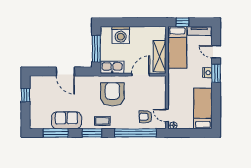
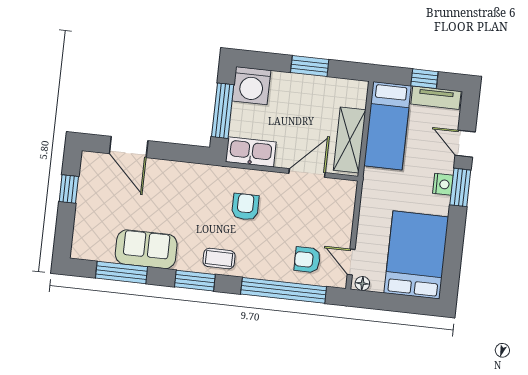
window: (136, 22) -> (310, 66), added
window: (182, 22) -> (424, 79), moved
washing machine: (121, 35) -> (251, 86), moved
door: (65, 71) -> (129, 147), moved
armchair: (112, 94) -> (245, 207), width x0.53, depth x0.53
bed: (203, 109) -> (416, 255), width x1.50

